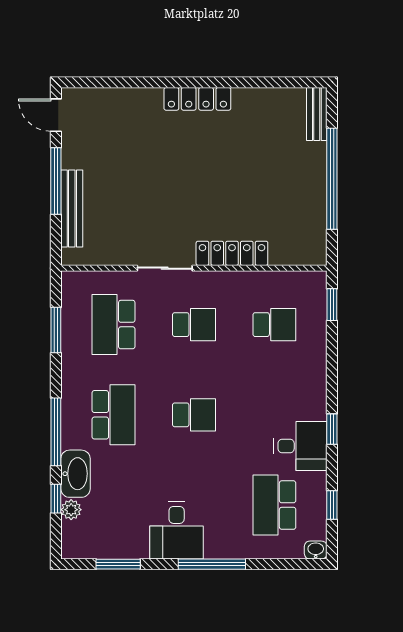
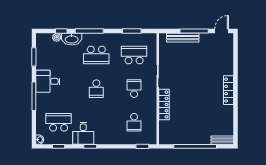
school desk: (194, 325) -> (134, 89), turned 180

